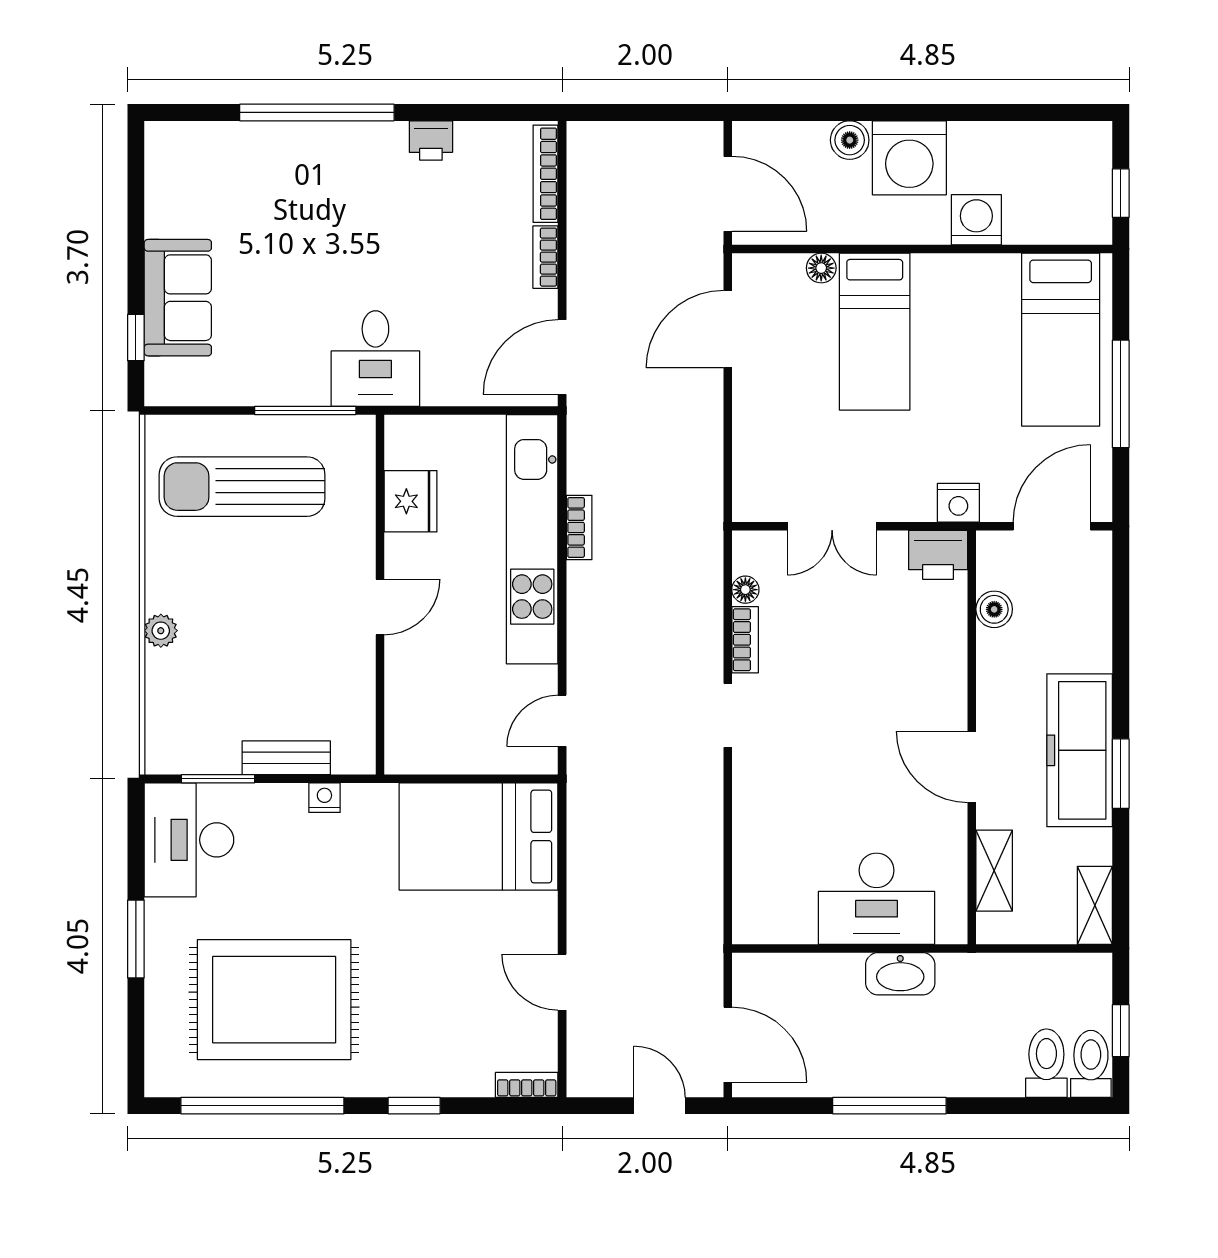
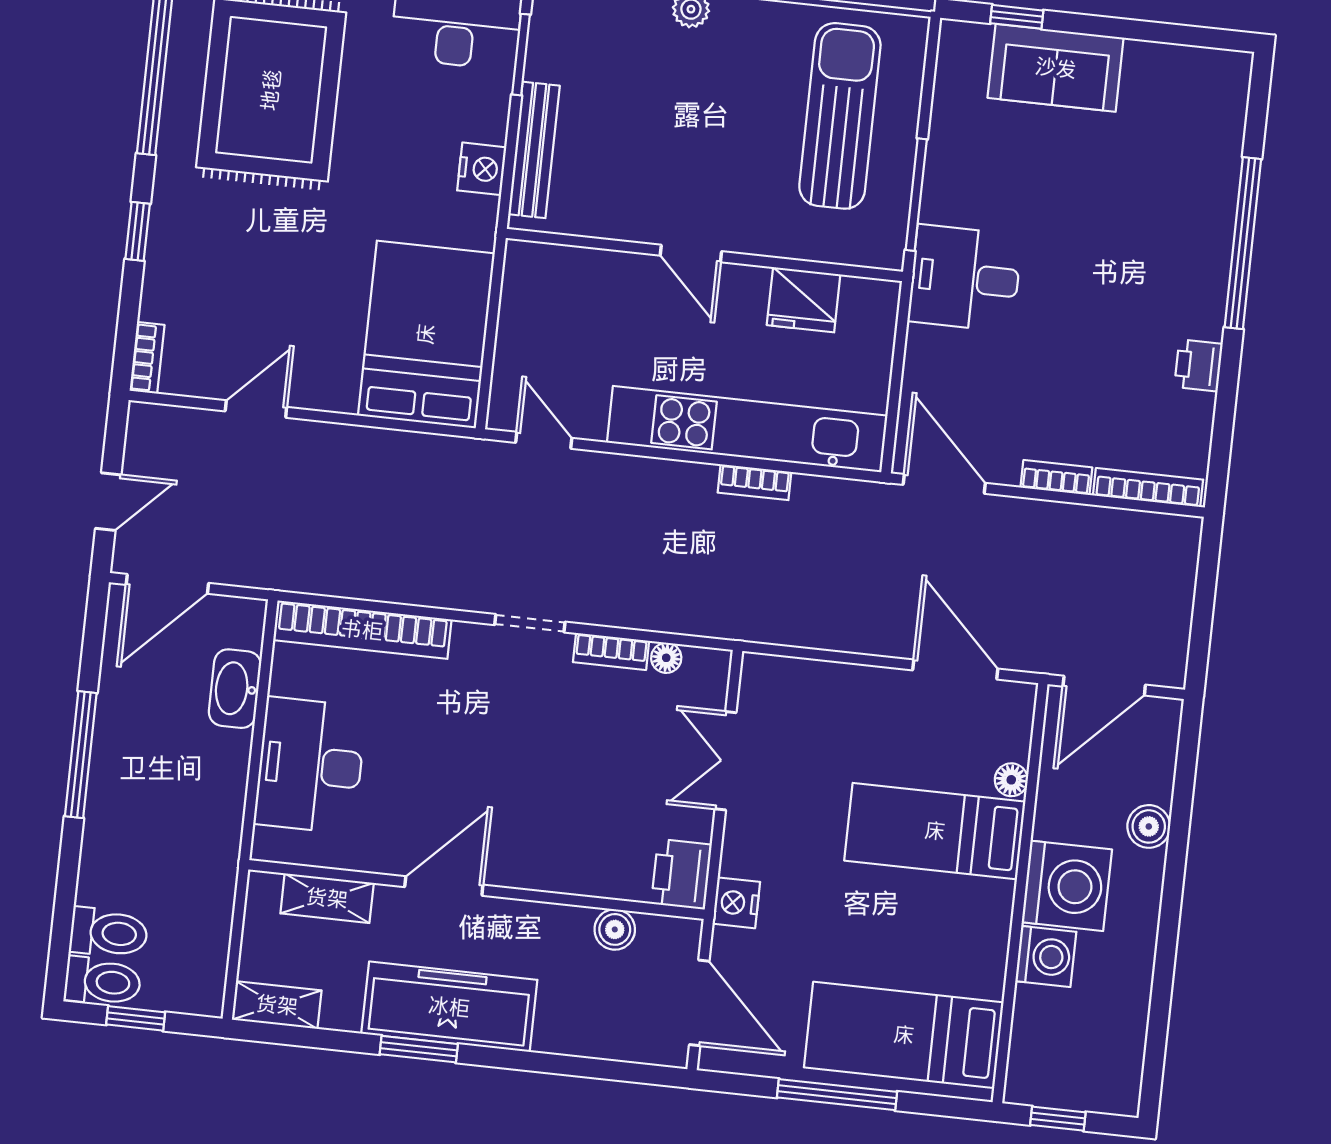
washing machine: (909, 158) -> (1067, 886), moved, turned 180
bench: (286, 758) -> (534, 150), width x1.36
nightstand: (324, 798) -> (482, 169), width x1.39, depth x1.35
bookcase: (750, 865) -> (362, 630), added
washbasin: (900, 974) -> (235, 689), moved

